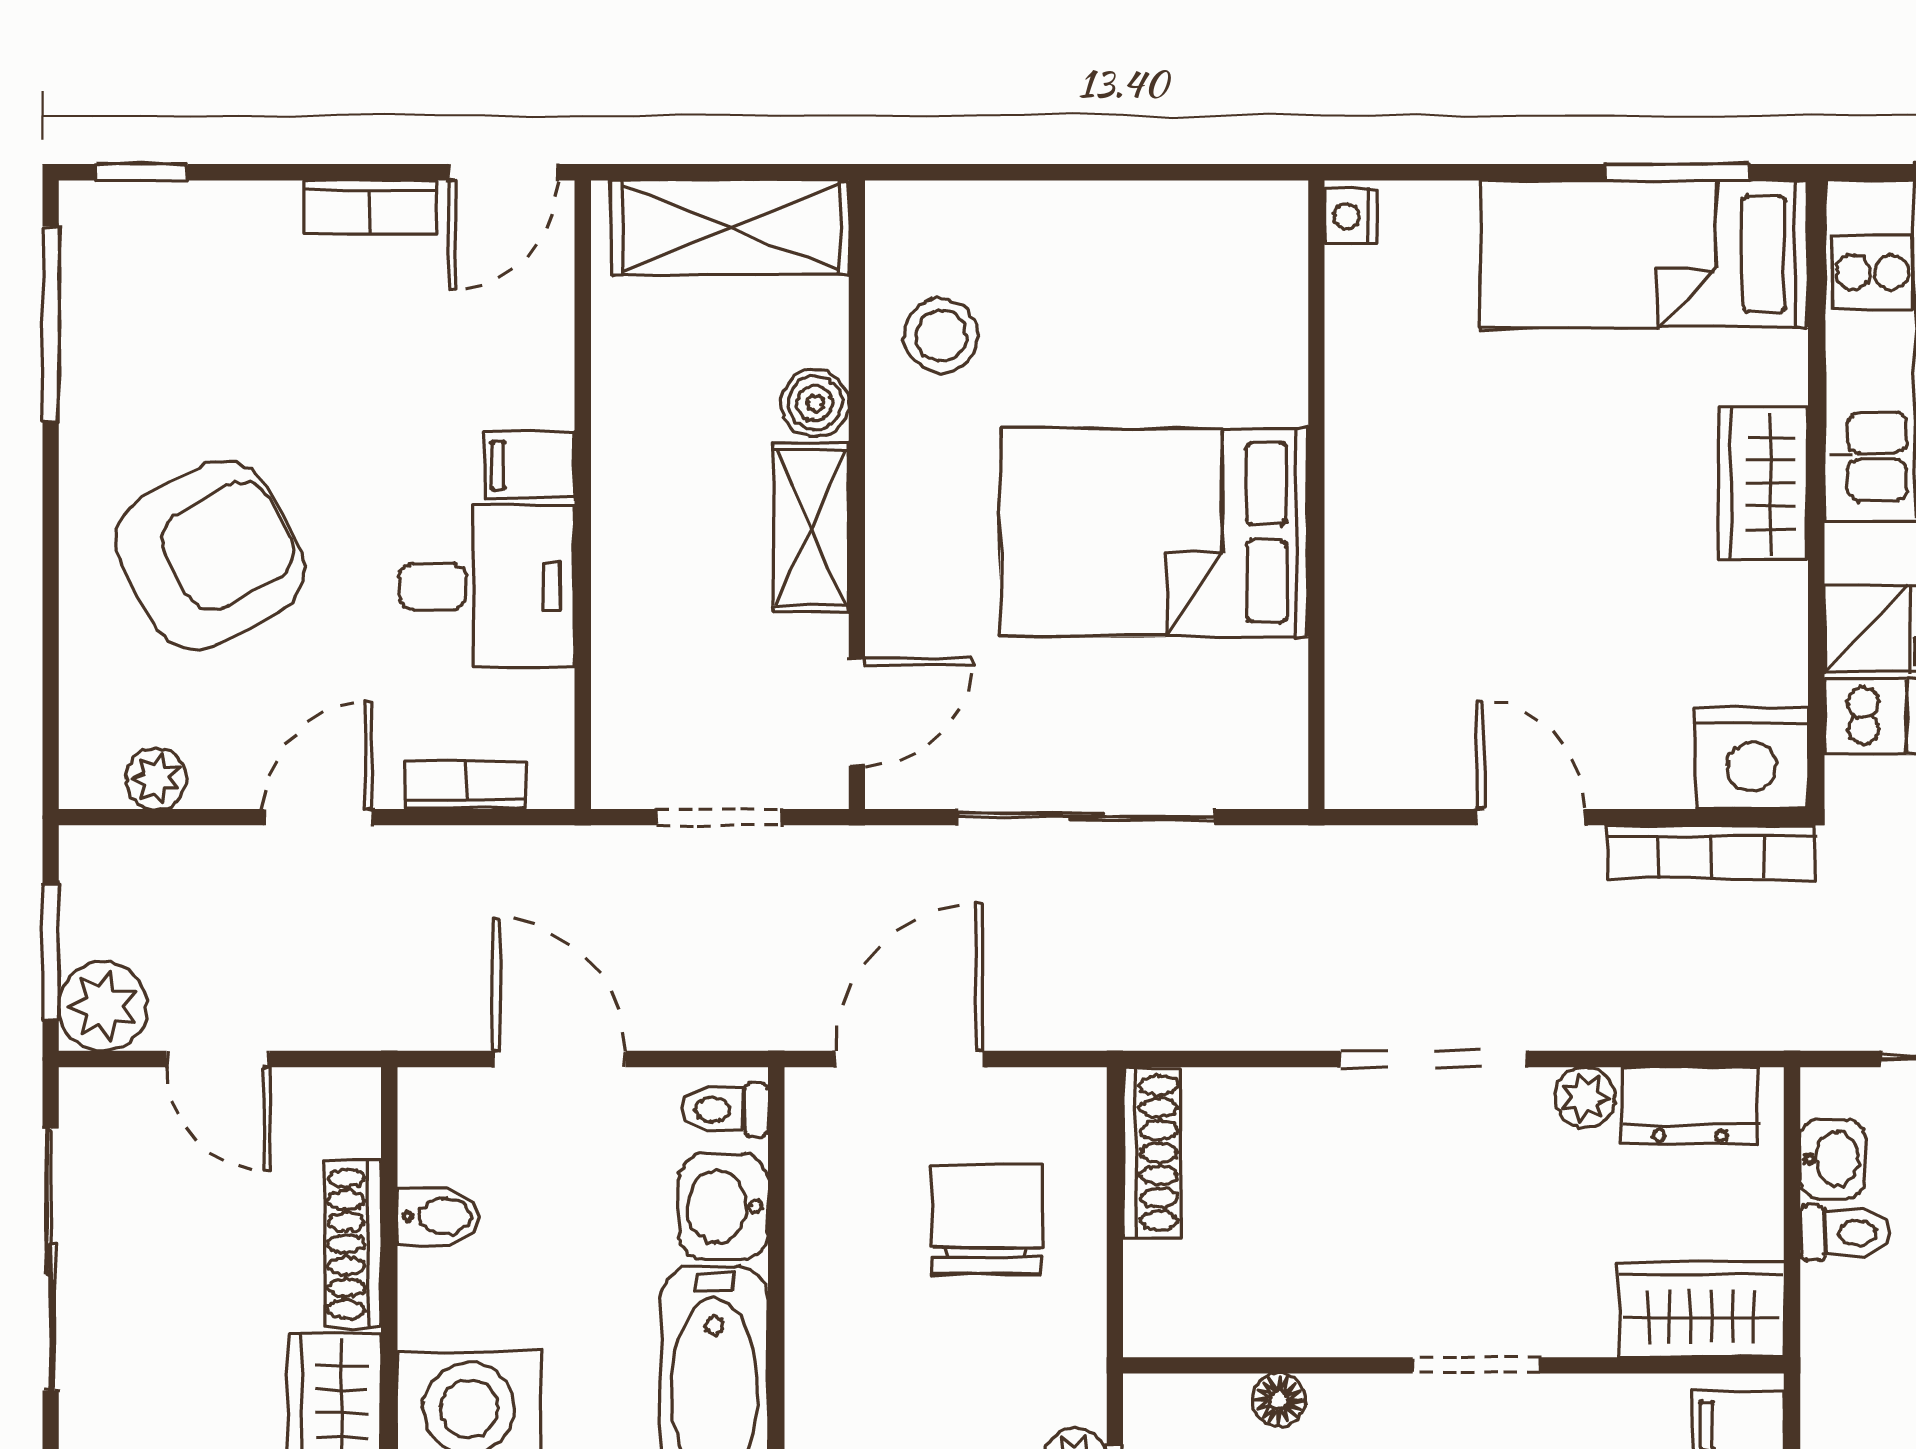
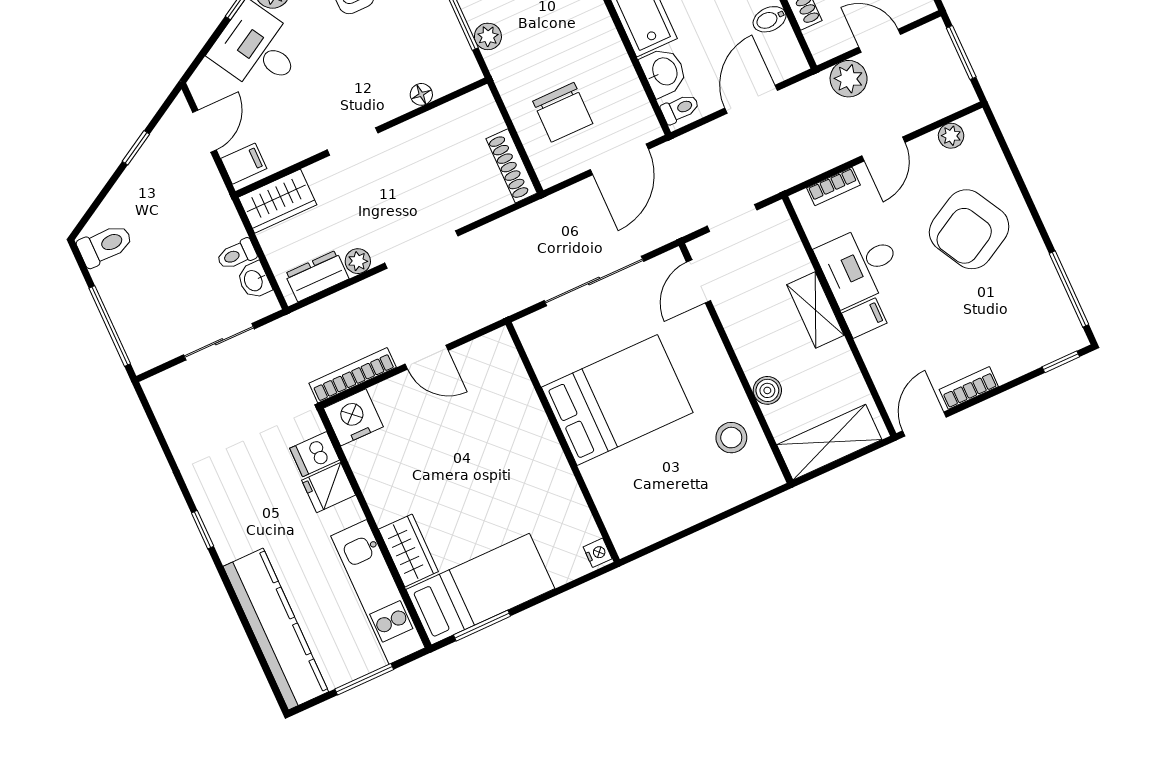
wardrobe: (1764, 483) -> (408, 550), moved
shelving: (811, 528) -> (815, 310), moved
plant: (103, 1007) -> (849, 79), moved
door: (559, 1059) -> (751, 99), swing flipped

